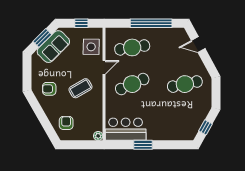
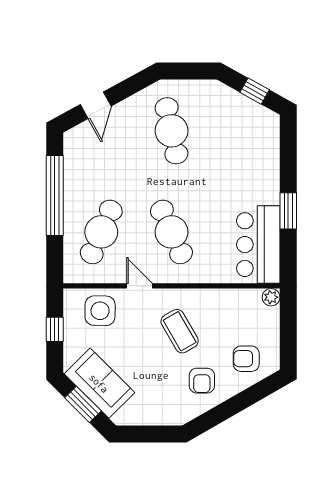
cafe table: (132, 47) -> (101, 232), turned 33
armchair: (49, 89) -> (202, 381), moved

